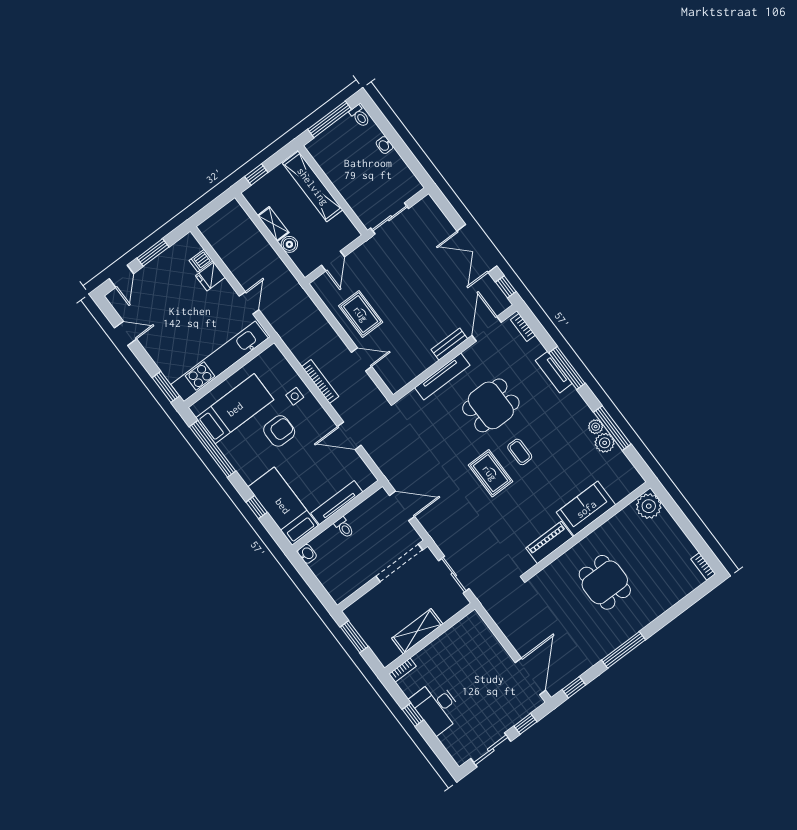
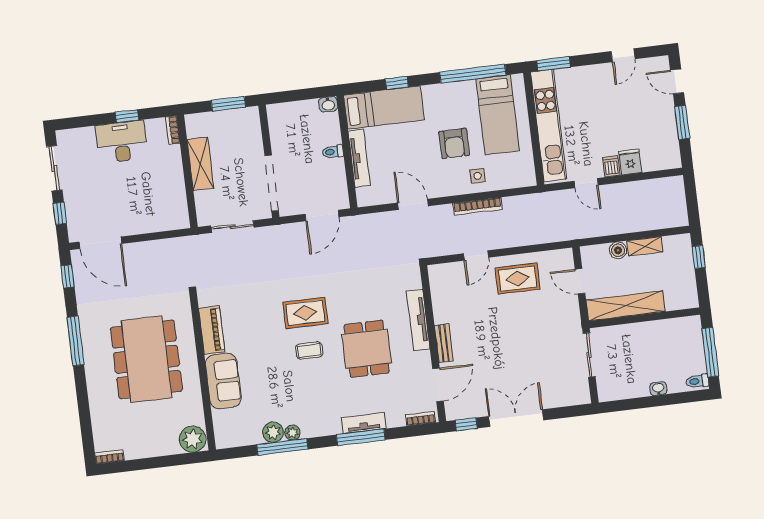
shelving: (313, 186) -> (626, 306), moved
dishwasher: (201, 261) -> (611, 166), moved
door: (487, 329) -> (438, 385), hinge flipped
door: (349, 436) -> (413, 204), hinge flipped
dining table: (605, 582) -> (146, 359), width x1.88, depth x1.24

